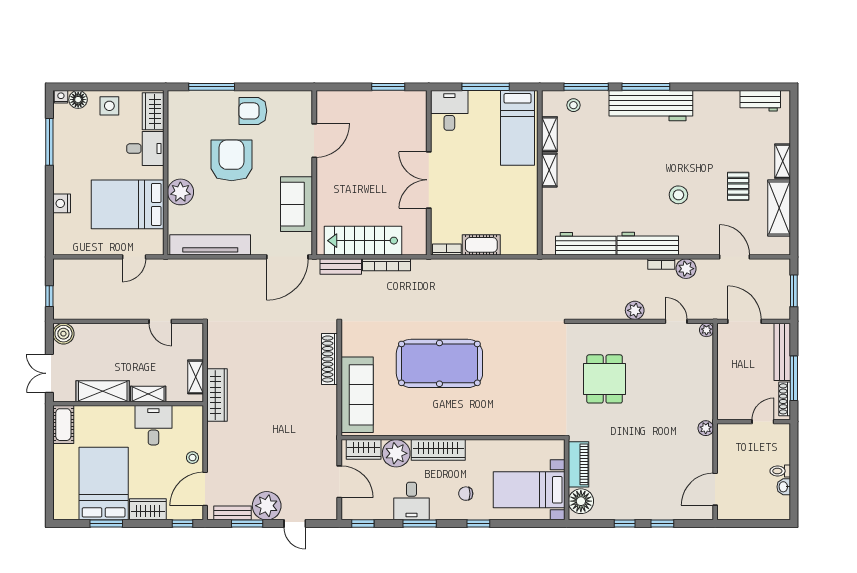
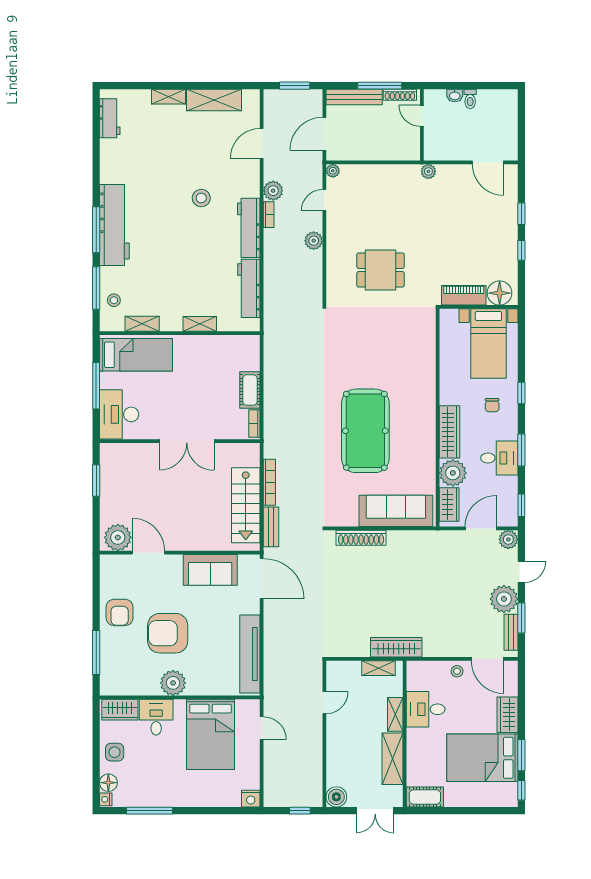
plant: (330, 109) -> (118, 537), added
desk: (449, 110) -> (119, 414), width x1.37
shelving: (549, 170) -> (200, 324), moved
pallet: (738, 186) -> (193, 140), removed
plant: (180, 192) -> (173, 683), moved
nightstand: (62, 203) -> (251, 799), moved
washbasin: (784, 487) -> (455, 96), moved
plant: (328, 510) -> (508, 539), added
window: (183, 524) -> (521, 790), moved

